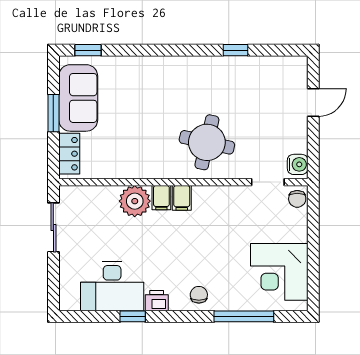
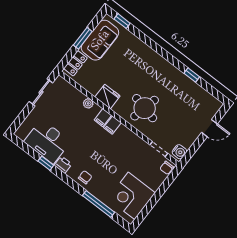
fridge: (146, 165) -> (107, 97), added
plant: (135, 201) -> (88, 103), width x0.53, depth x0.53

